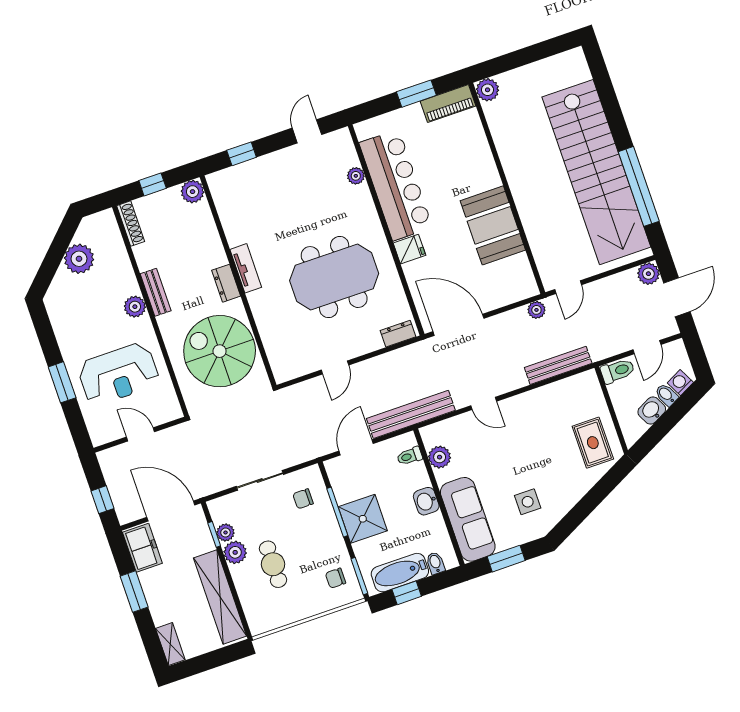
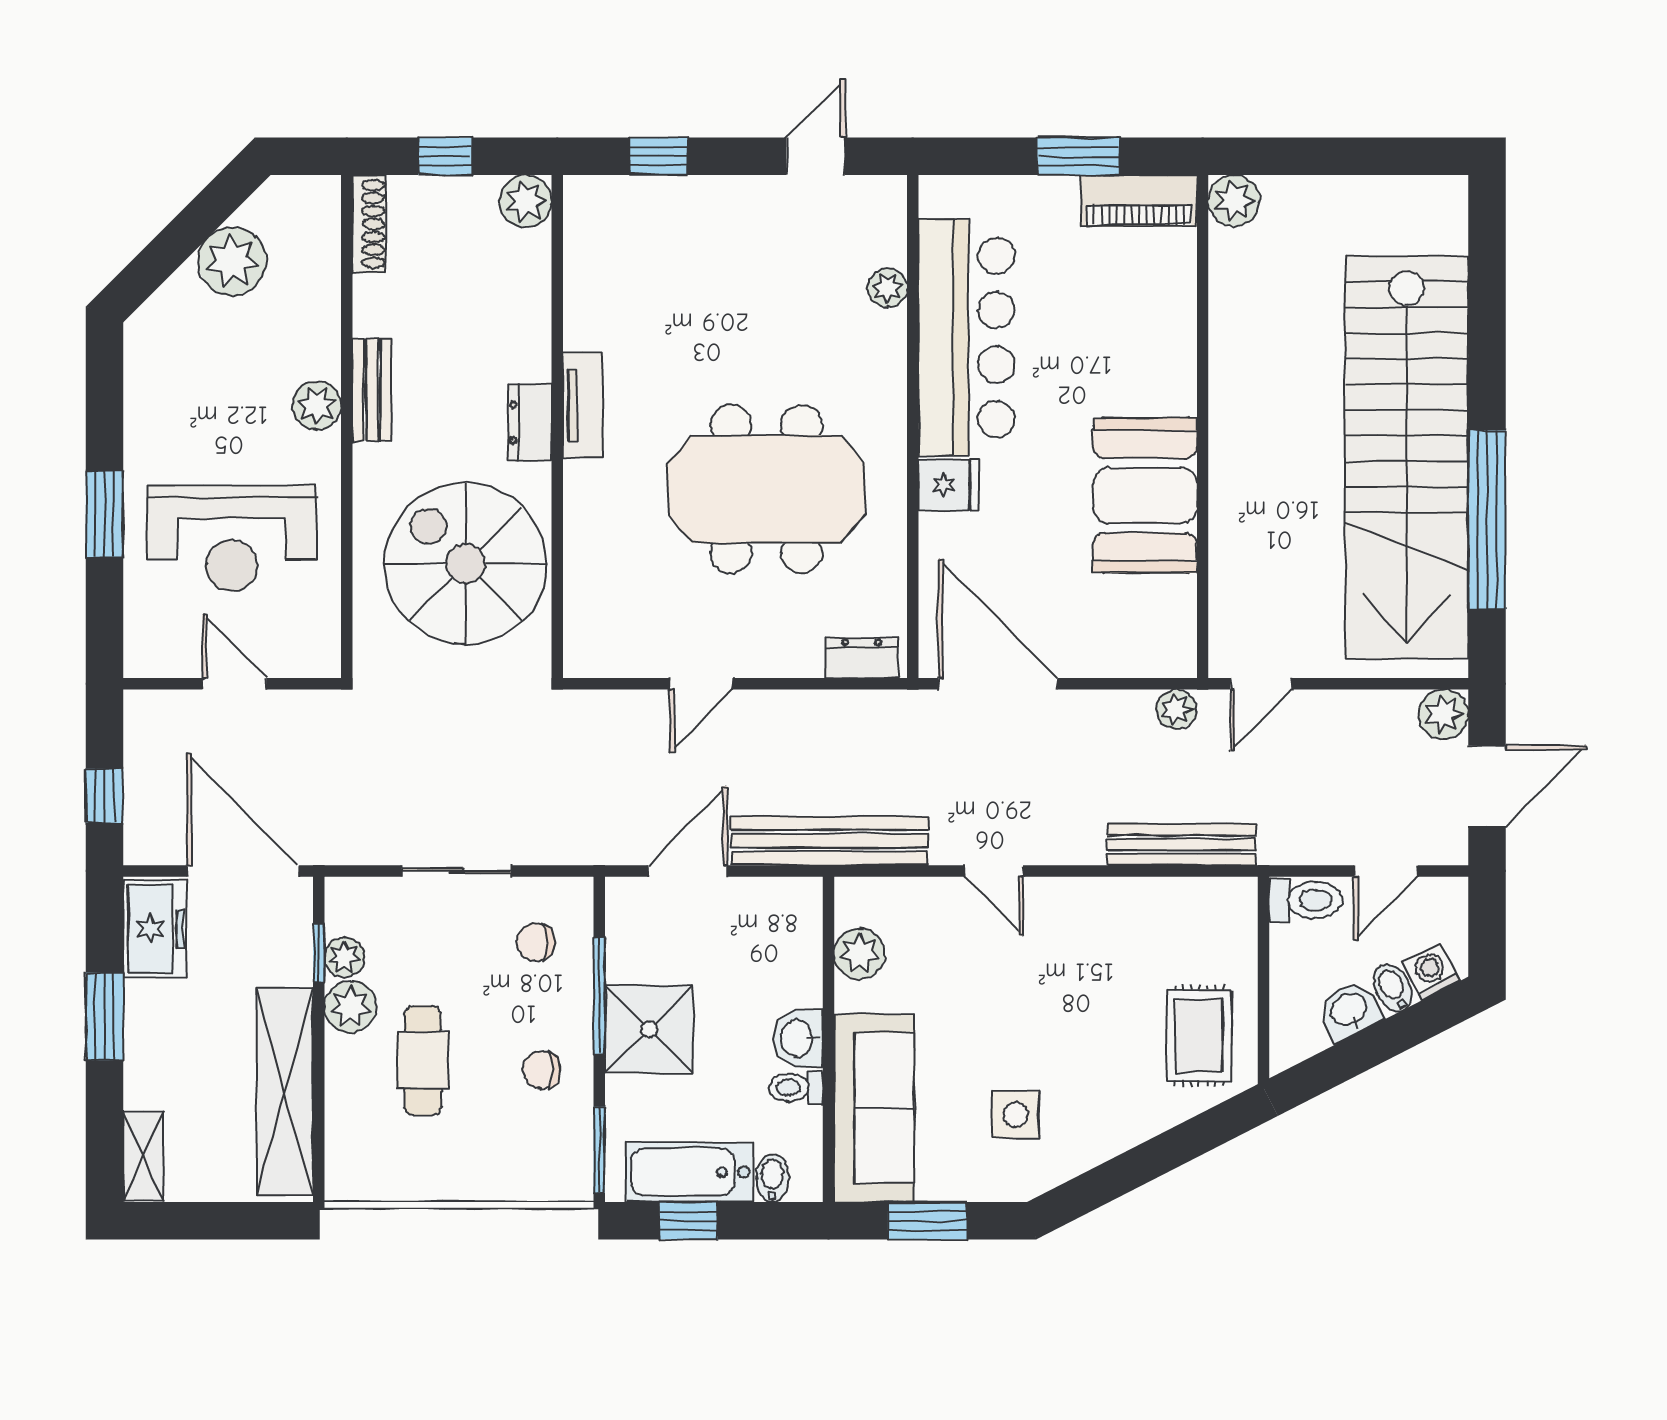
toilet: (410, 456) -> (796, 1088), moved
chair: (336, 578) -> (541, 1070), moved

